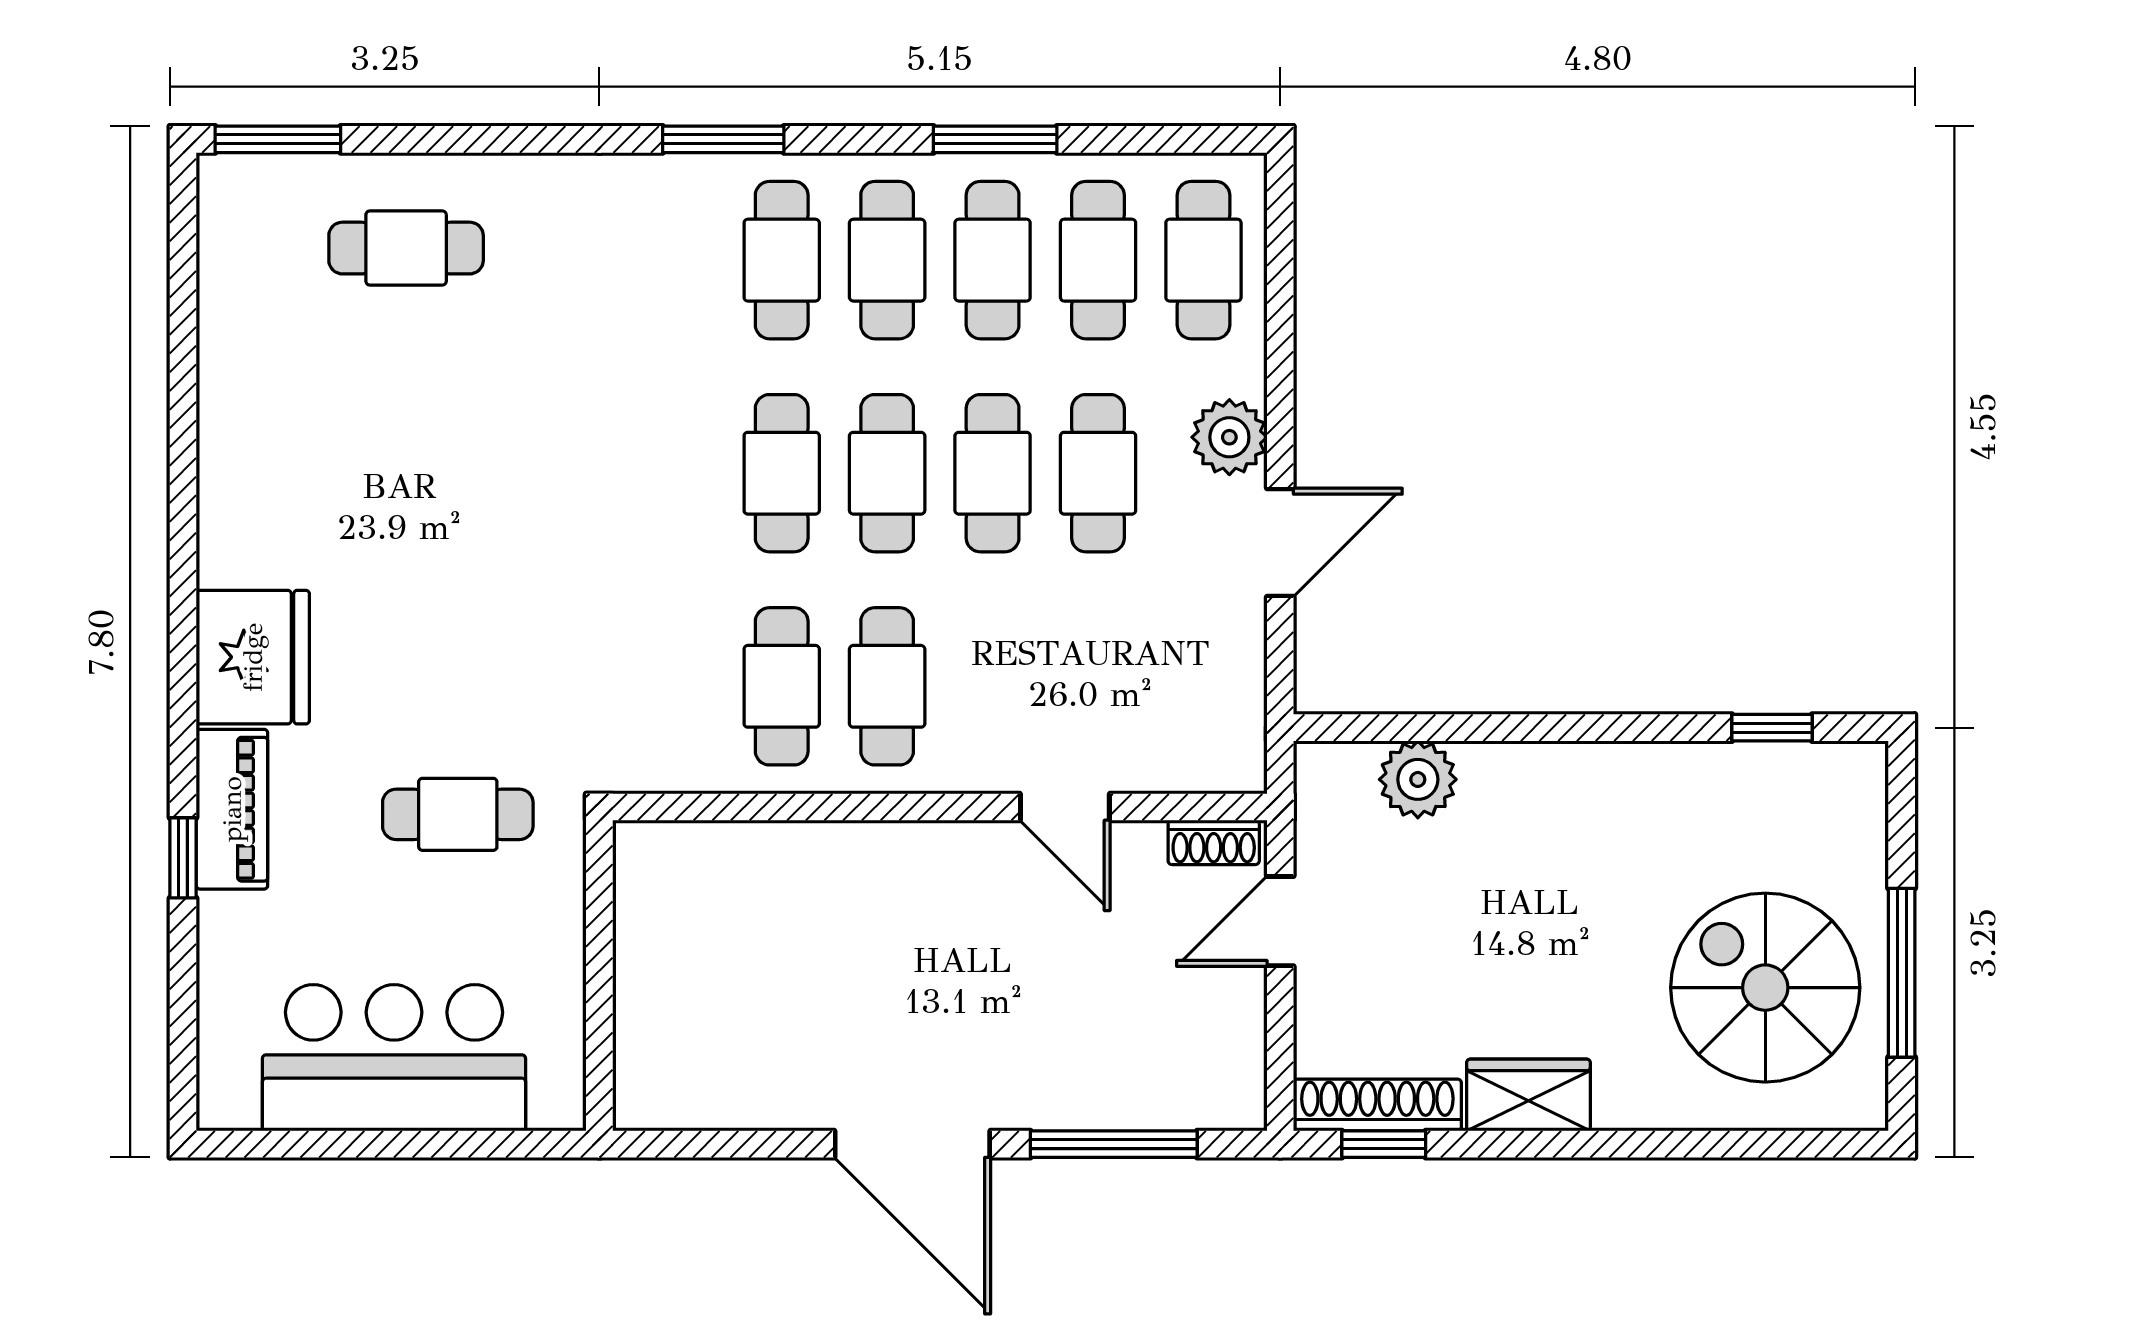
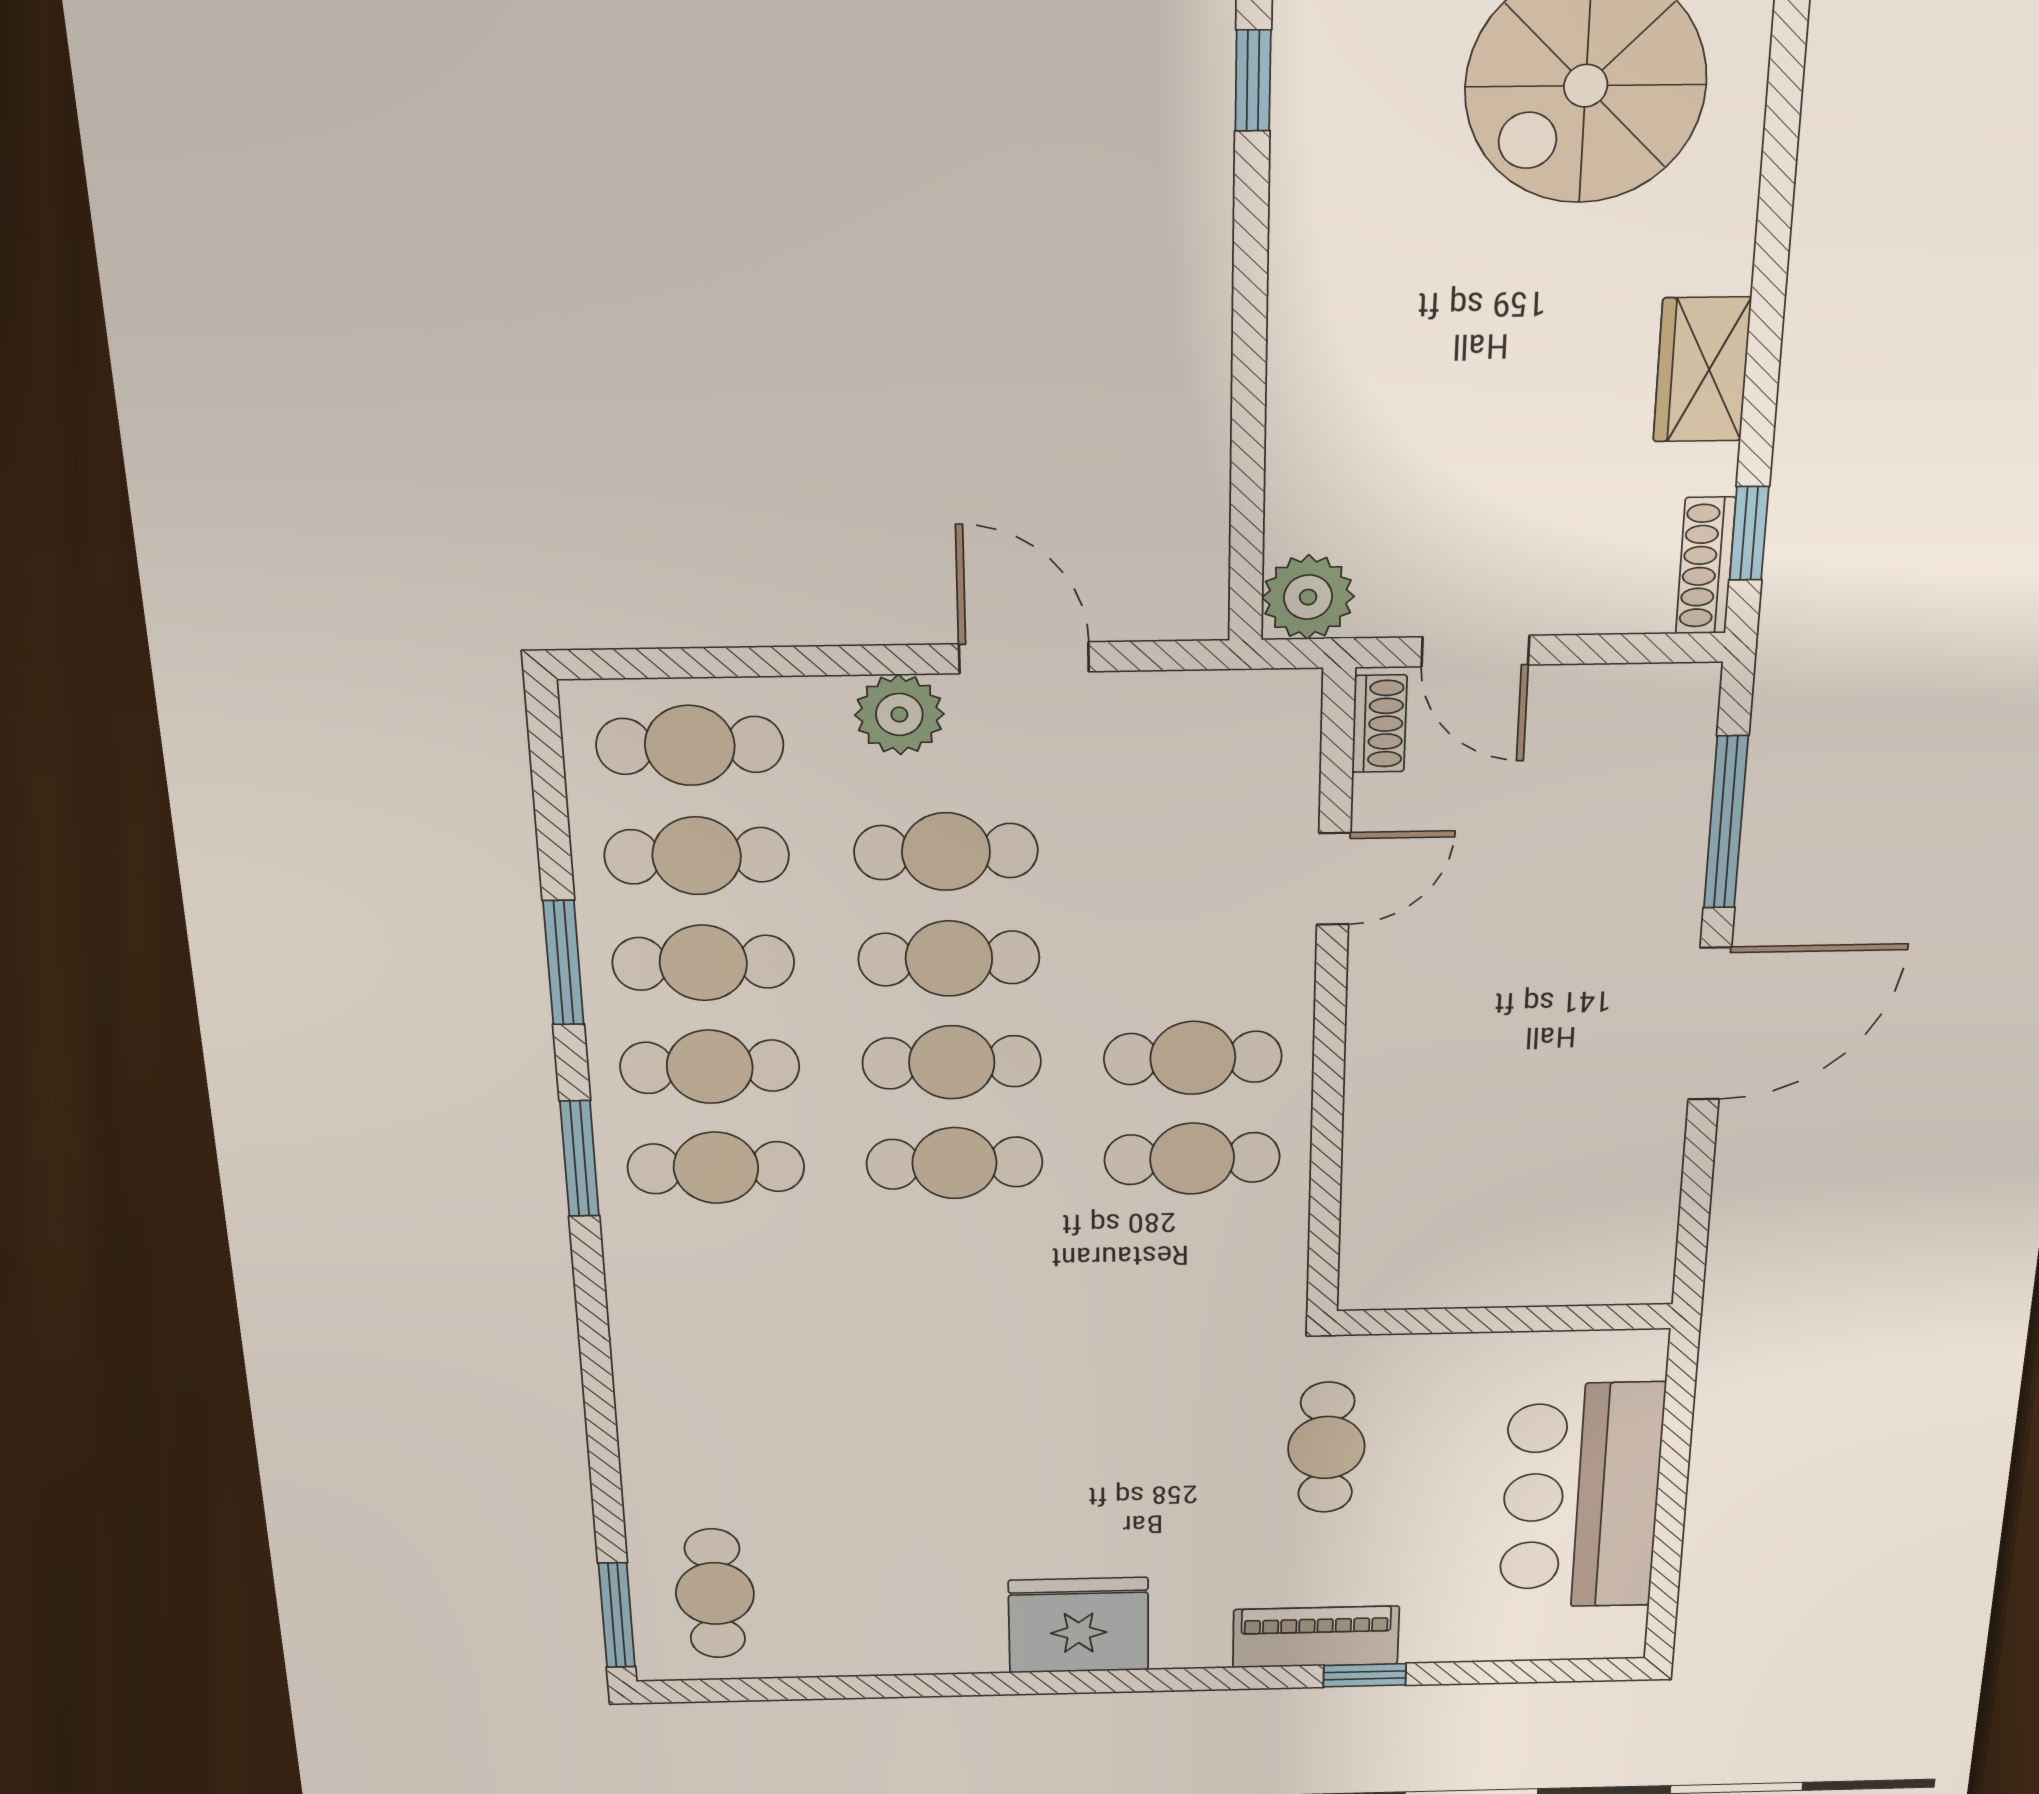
window: (723, 139) -> (579, 1159), moved
cafe table: (406, 248) -> (715, 1594), moved
fridge: (253, 657) -> (1079, 1625), moved
plant: (1418, 779) -> (1308, 597), moved
shoe rack: (1377, 1105) -> (1706, 566), width x0.74, depth x0.81

